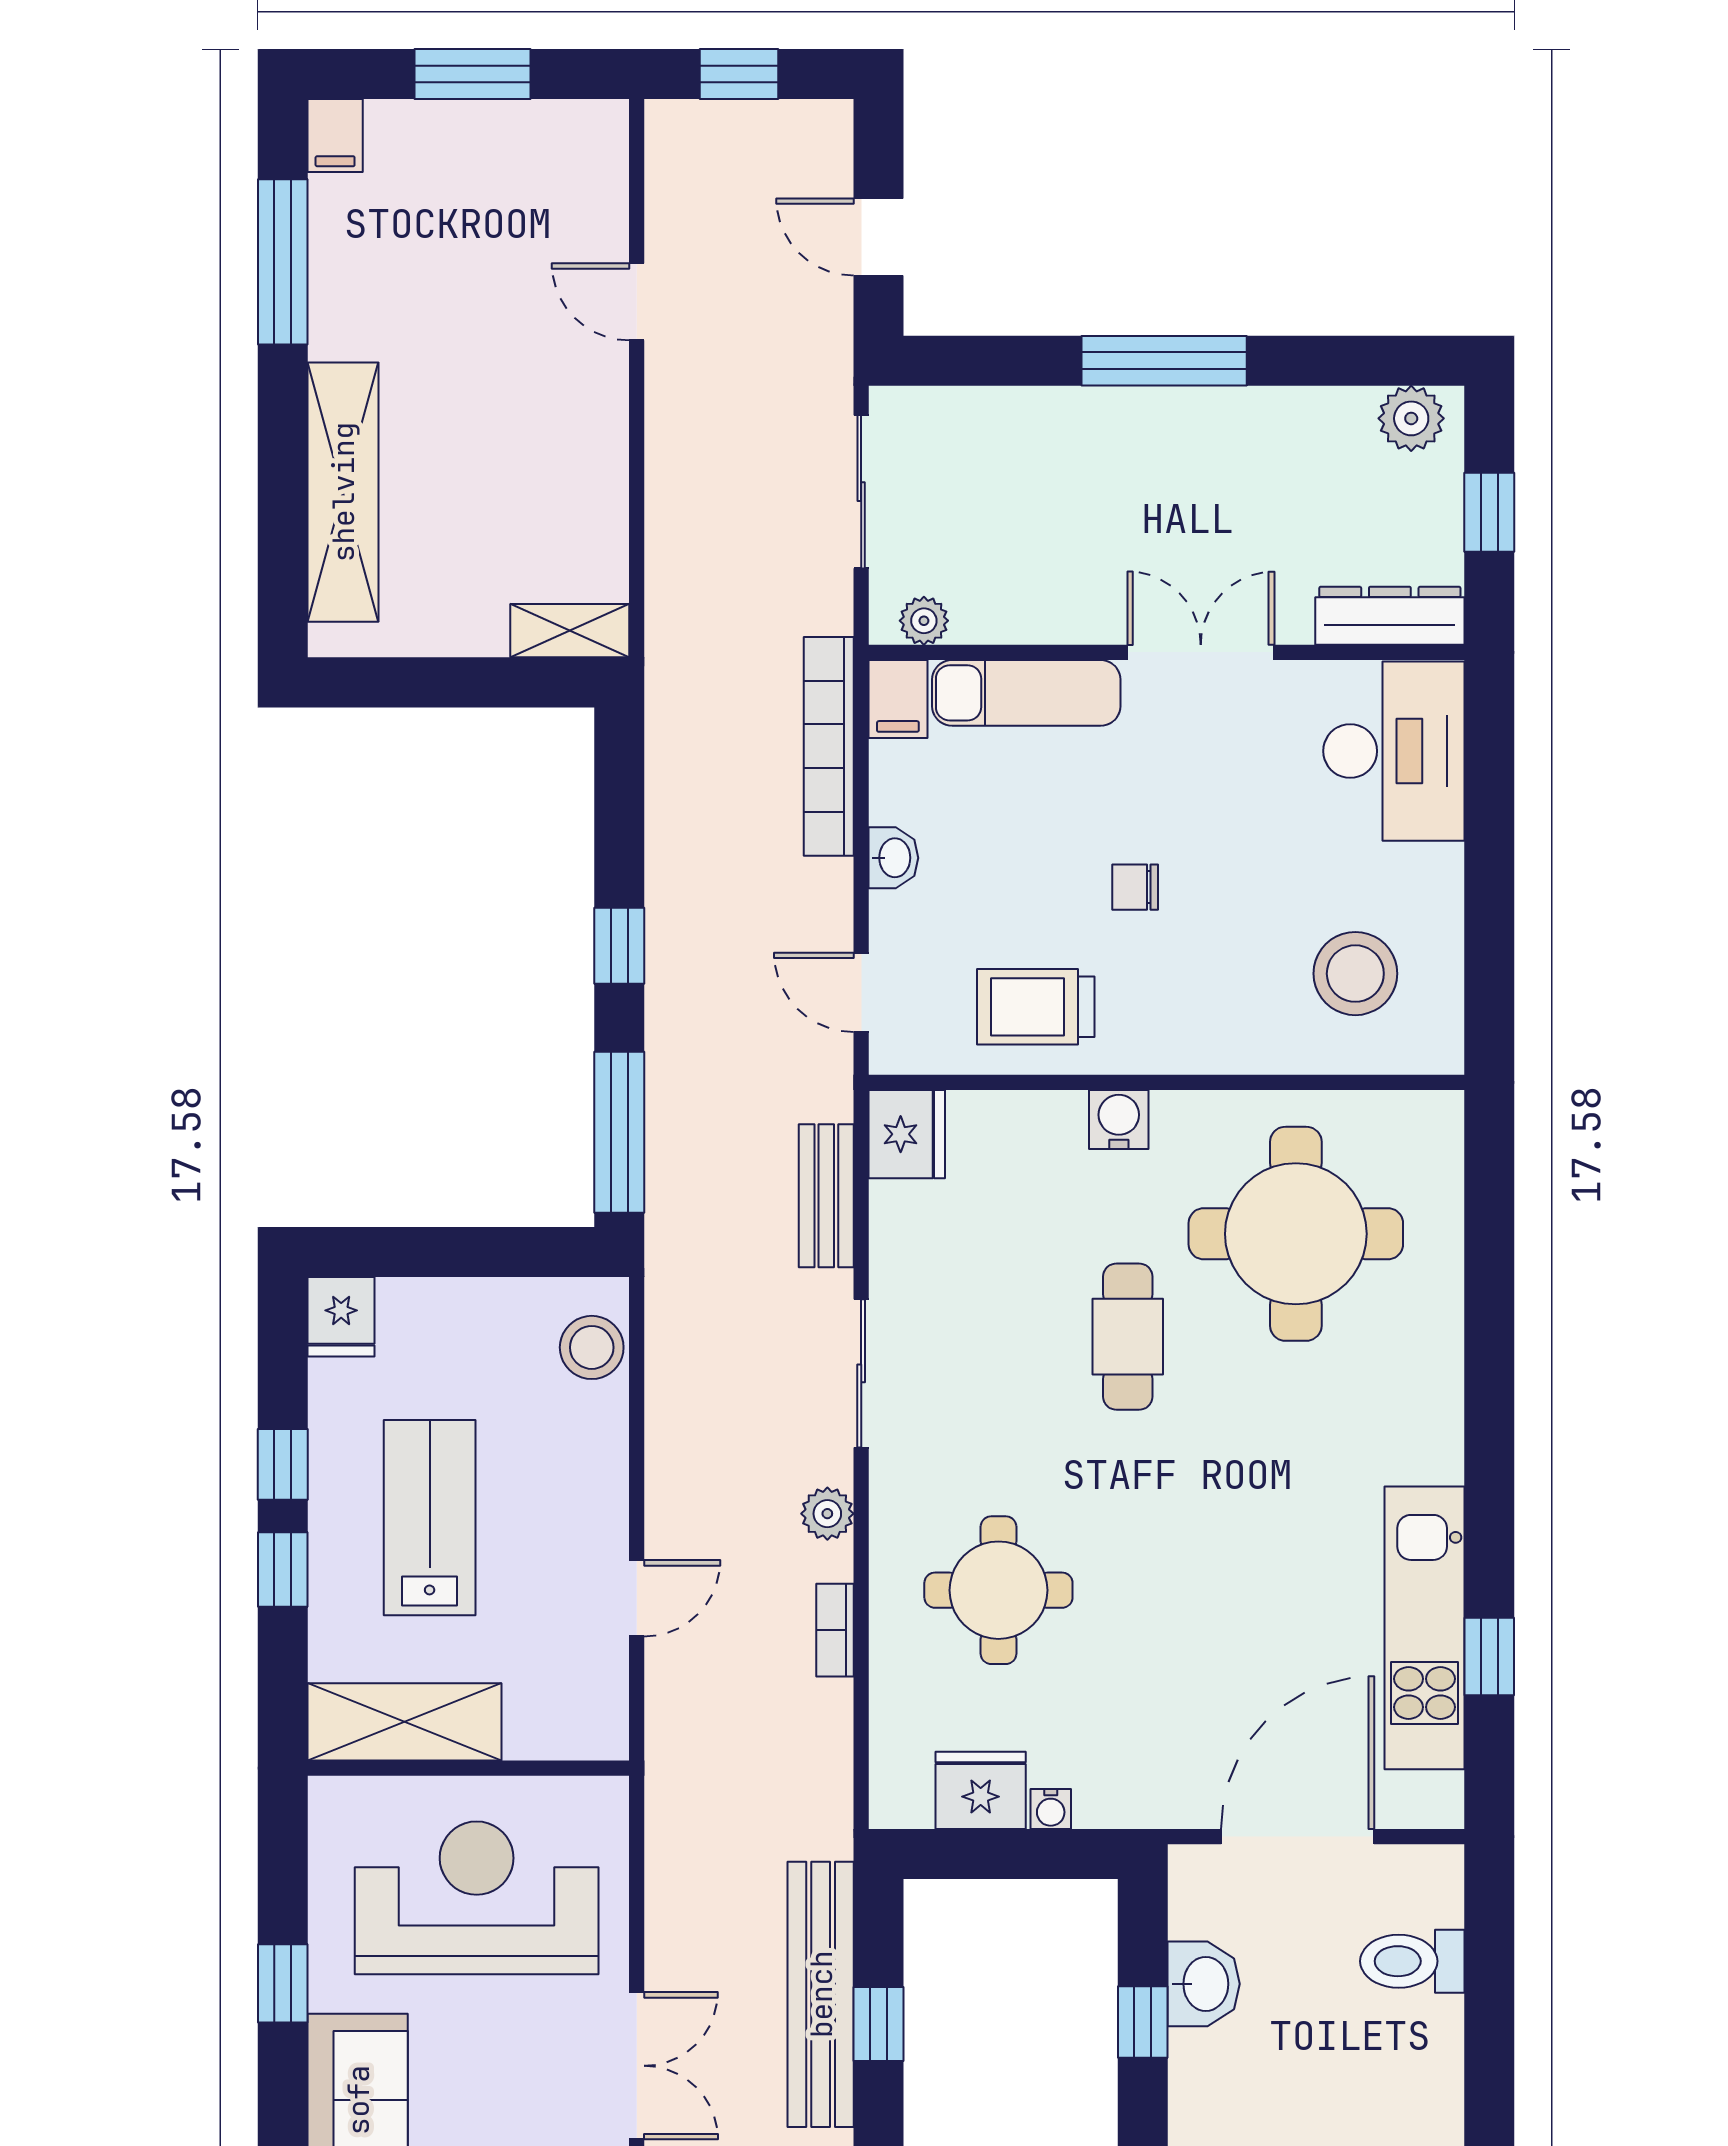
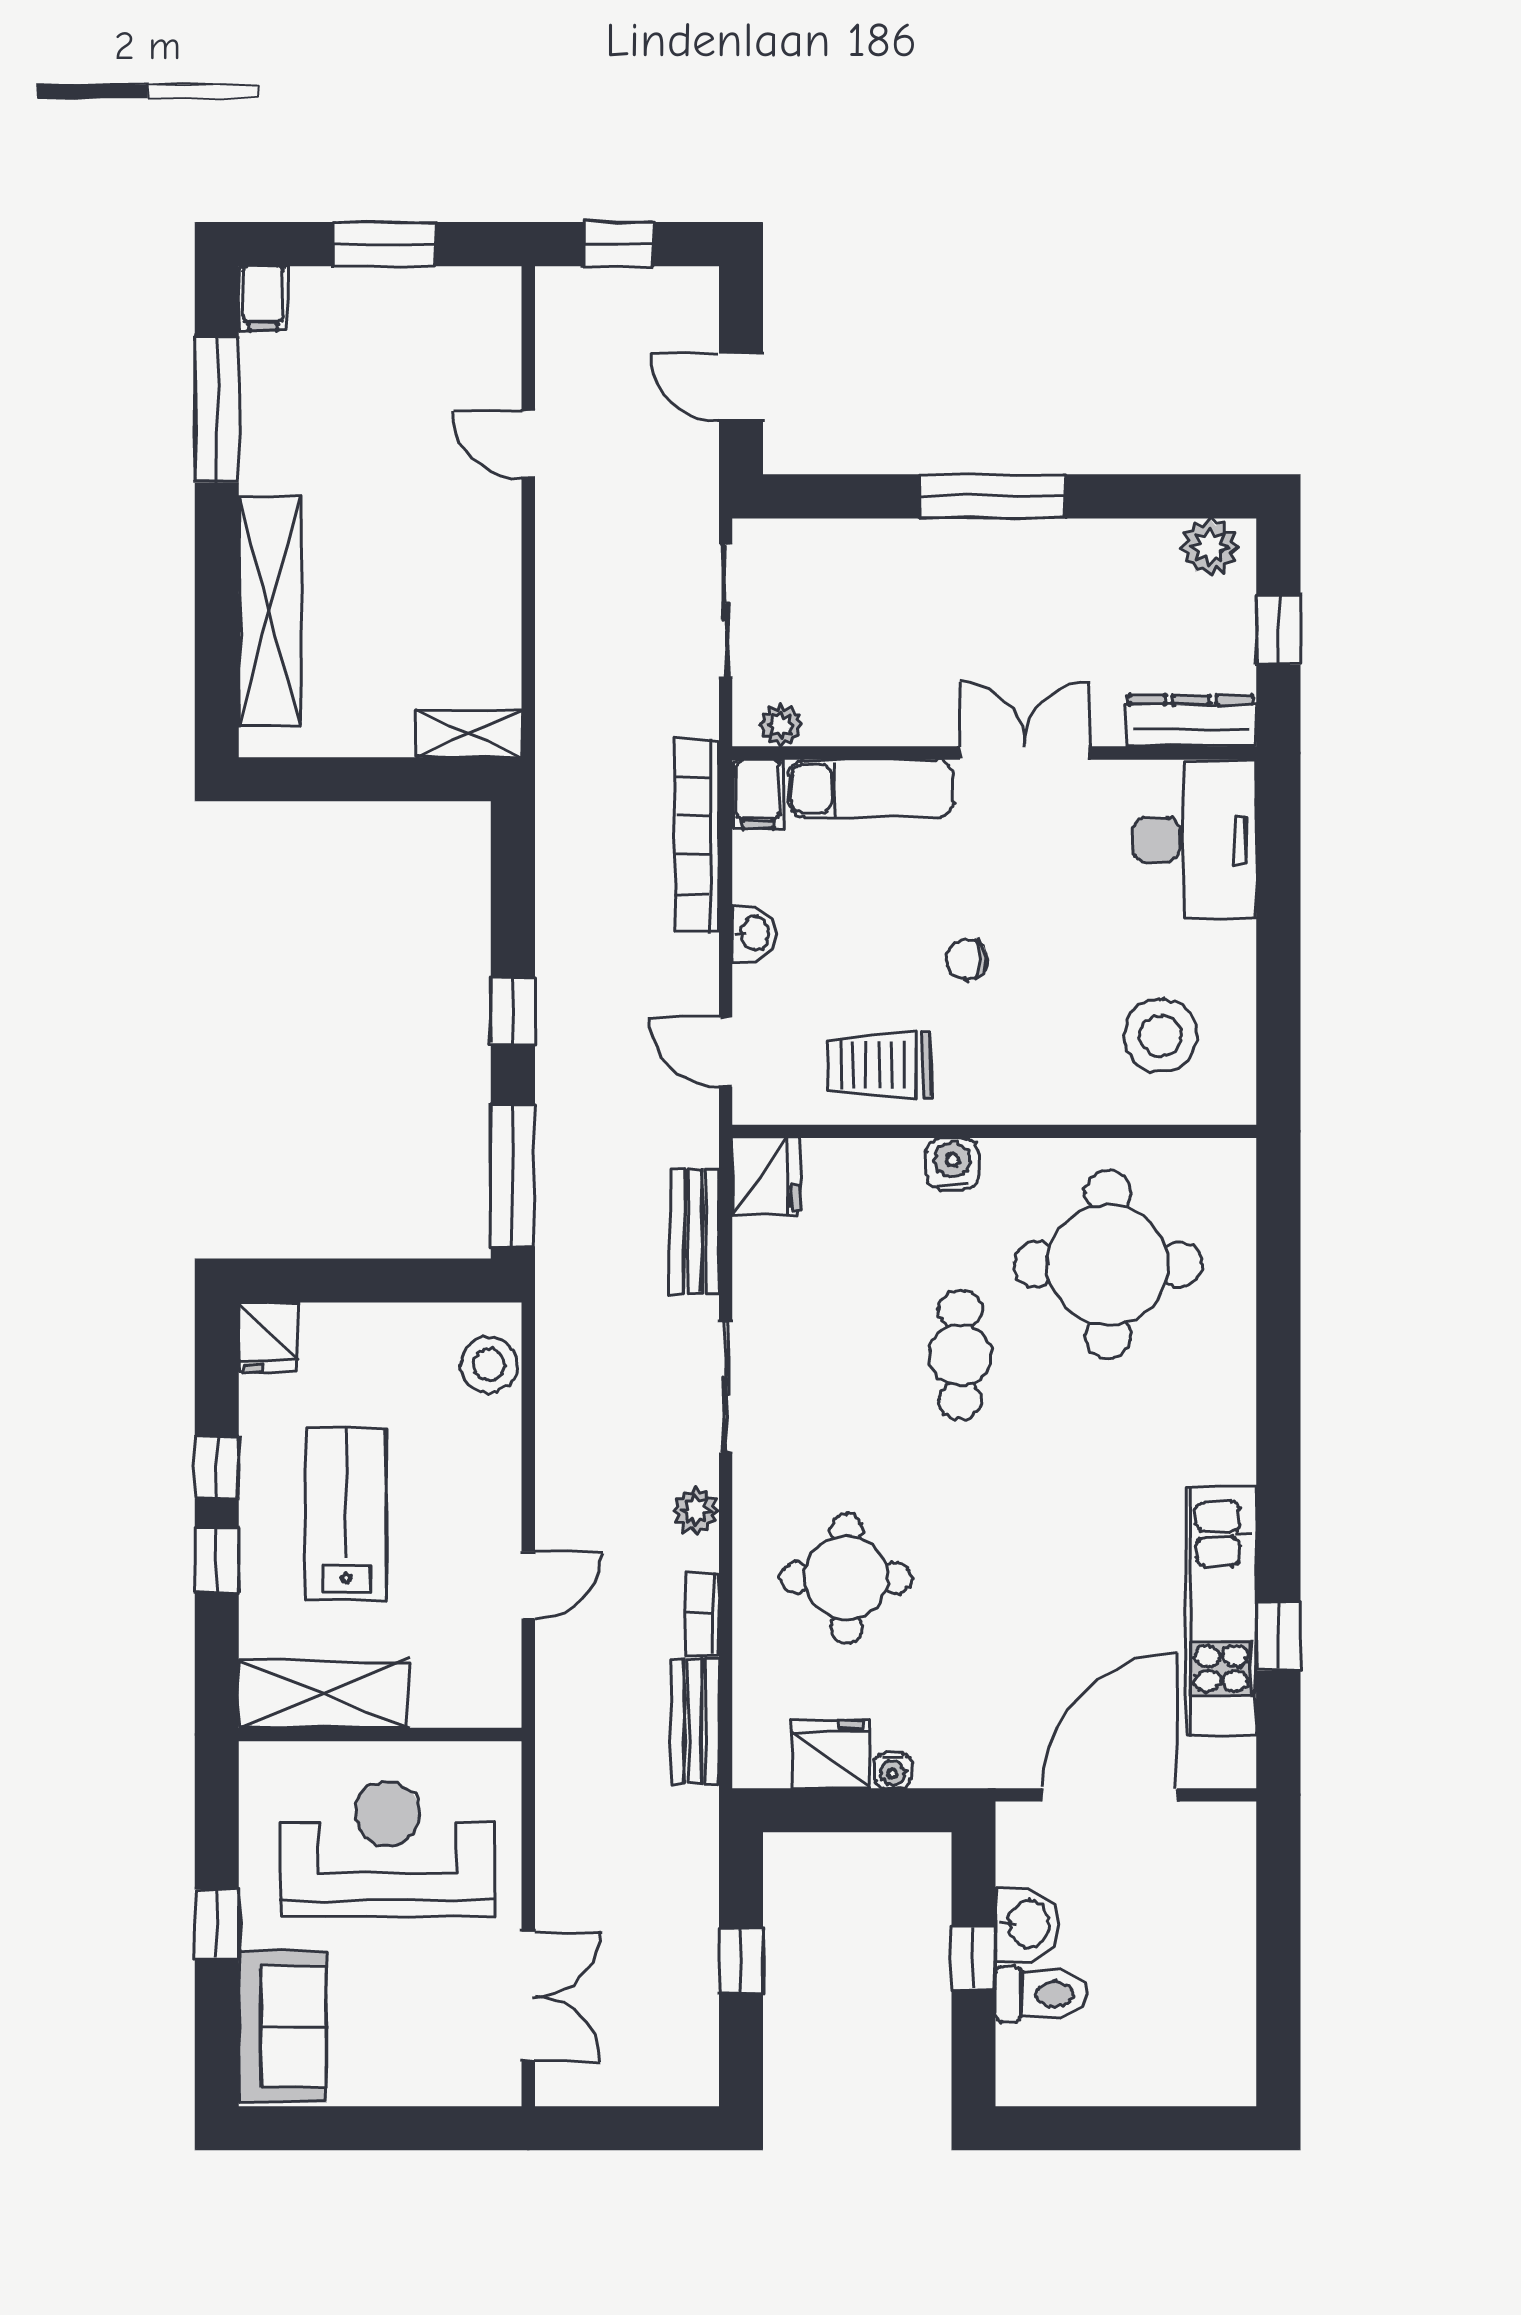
toilet: (1412, 1961) -> (1041, 1994), moved, turned 180
bench: (821, 1994) -> (695, 1721), moved, width x0.54, depth x0.82

